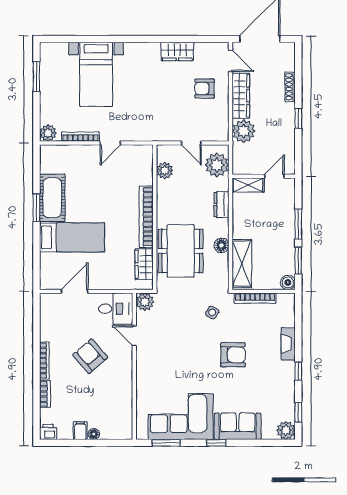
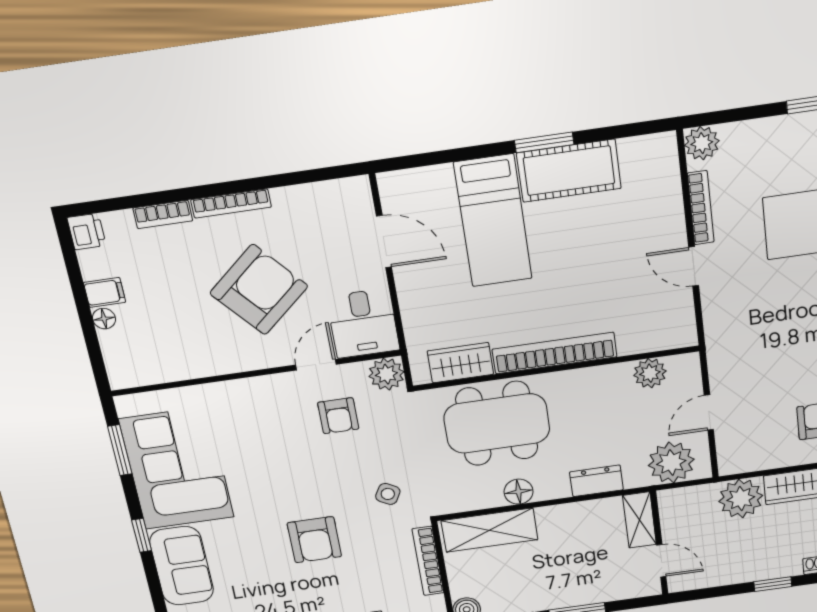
armchair: (164, 330) -> (338, 416), added
armchair: (90, 356) -> (259, 290), width x1.36, depth x1.36

